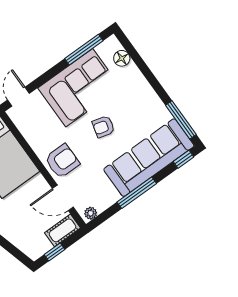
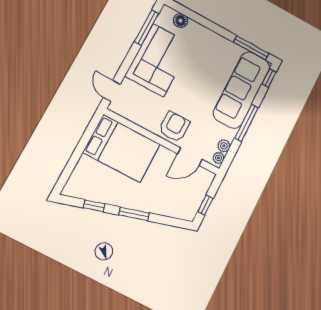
armchair: (103, 127) -> (193, 82), removed
plant: (102, 204) -> (224, 146), added
cot: (62, 230) -> (203, 184), removed

